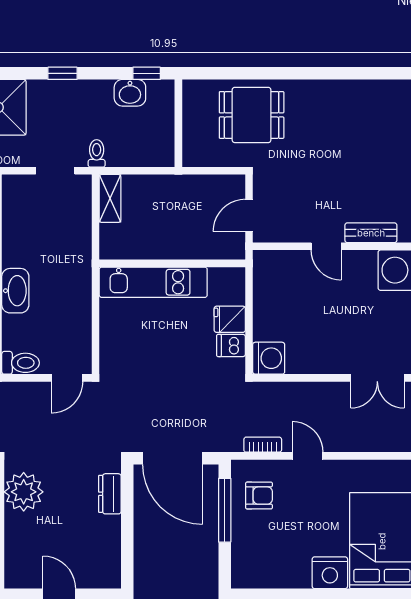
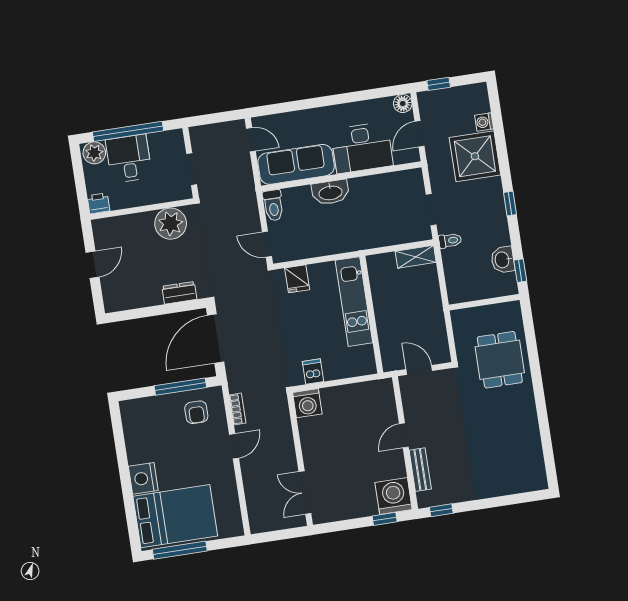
fridge: (230, 319) -> (297, 279), moved, turned 180

